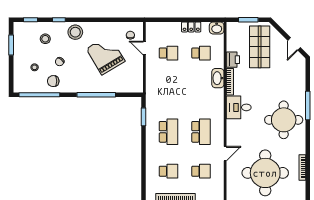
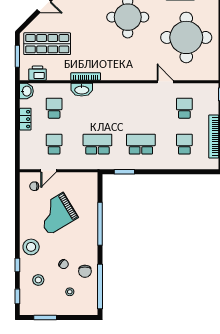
printer: (233, 60) -> (38, 73), moved
desk: (239, 107) -> (114, 67), removed
school desk: (201, 132) -> (97, 144), moved

